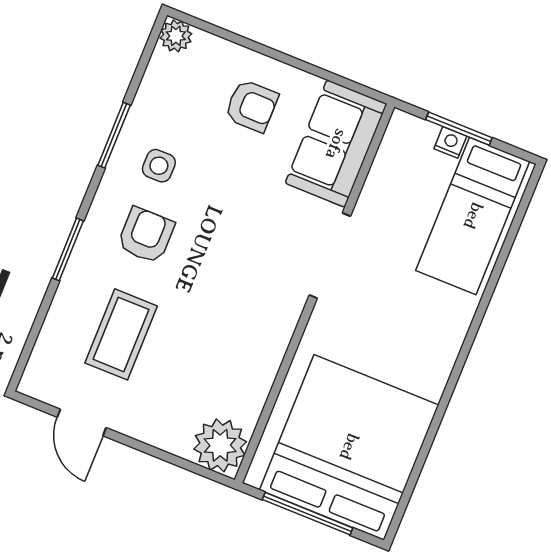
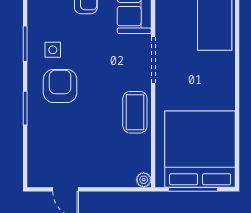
armchair: (146, 235) -> (60, 86), width x1.38, depth x1.38
coffee table: (121, 334) -> (135, 112), moved
plant: (220, 445) -> (144, 180), width x0.53, depth x0.53

